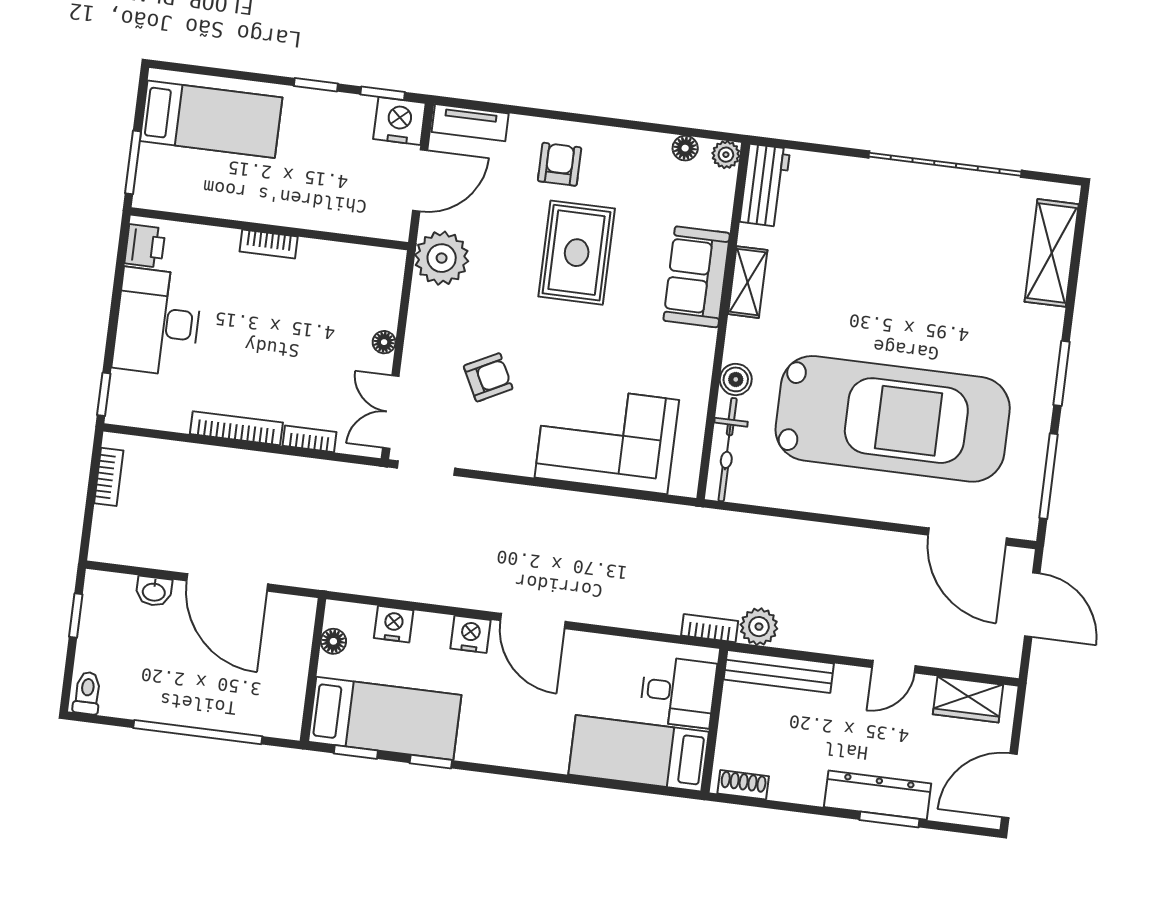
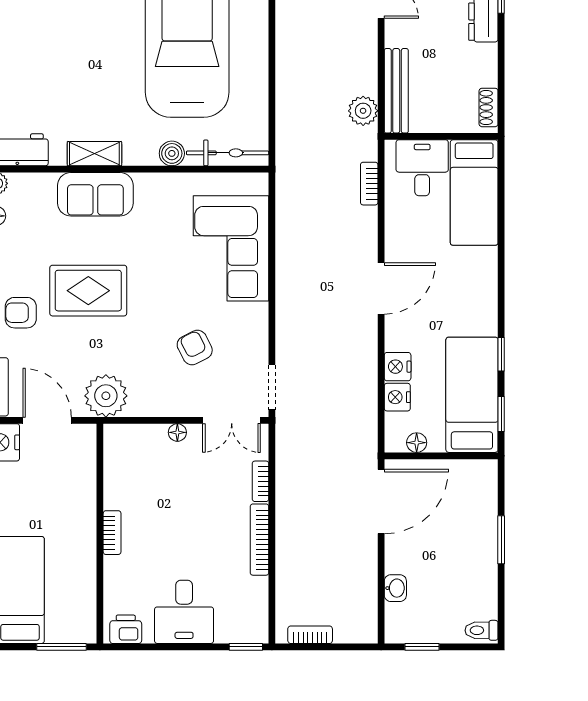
desk: (158, 322) -> (184, 612), width x0.73
door: (227, 582) -> (381, 501), moved
bookcase: (710, 628) -> (369, 184), moved
nightstand: (471, 634) -> (398, 367), moved
window: (198, 732) -> (501, 540), width x0.47

